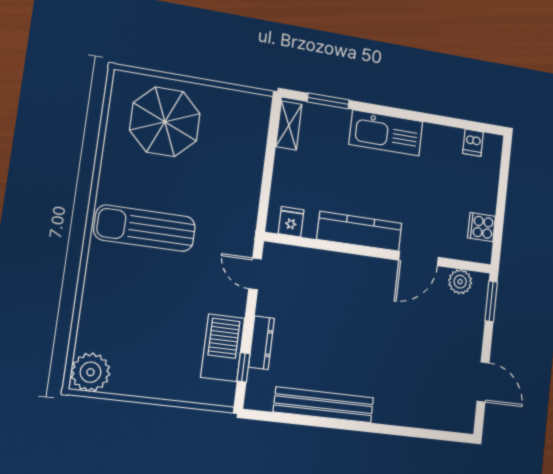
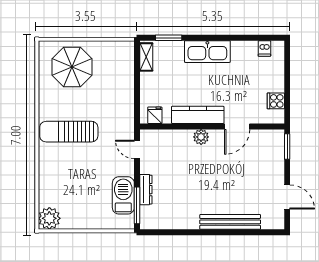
plant: (460, 282) -> (201, 137), moved
window: (243, 367) -> (137, 205), width x2.17
bench: (324, 405) -> (230, 222), moved

